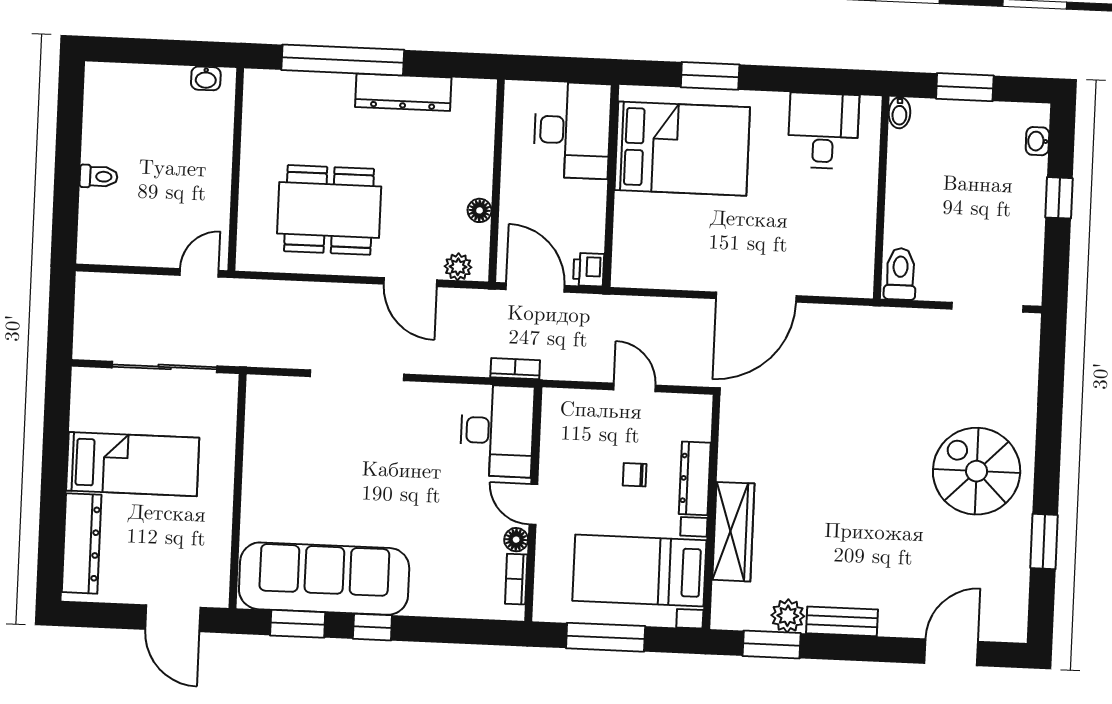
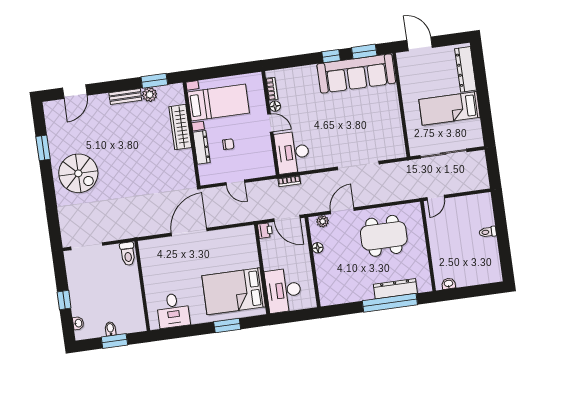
dresser: (403, 92) -> (395, 289), moved
bidet: (899, 113) -> (110, 329), moved
door: (410, 282) -> (342, 211), hinge flipped
window: (606, 637) -> (228, 70), removed

